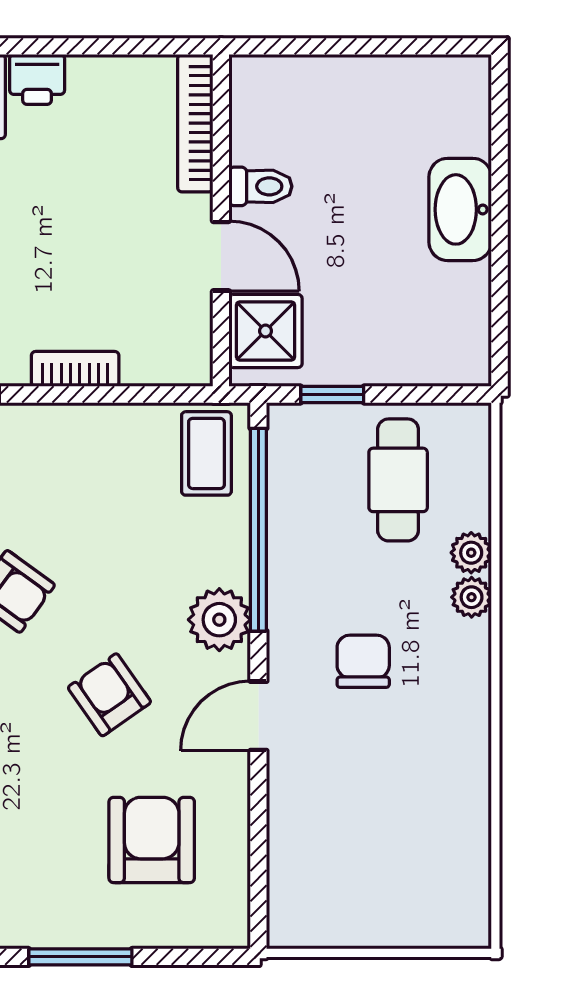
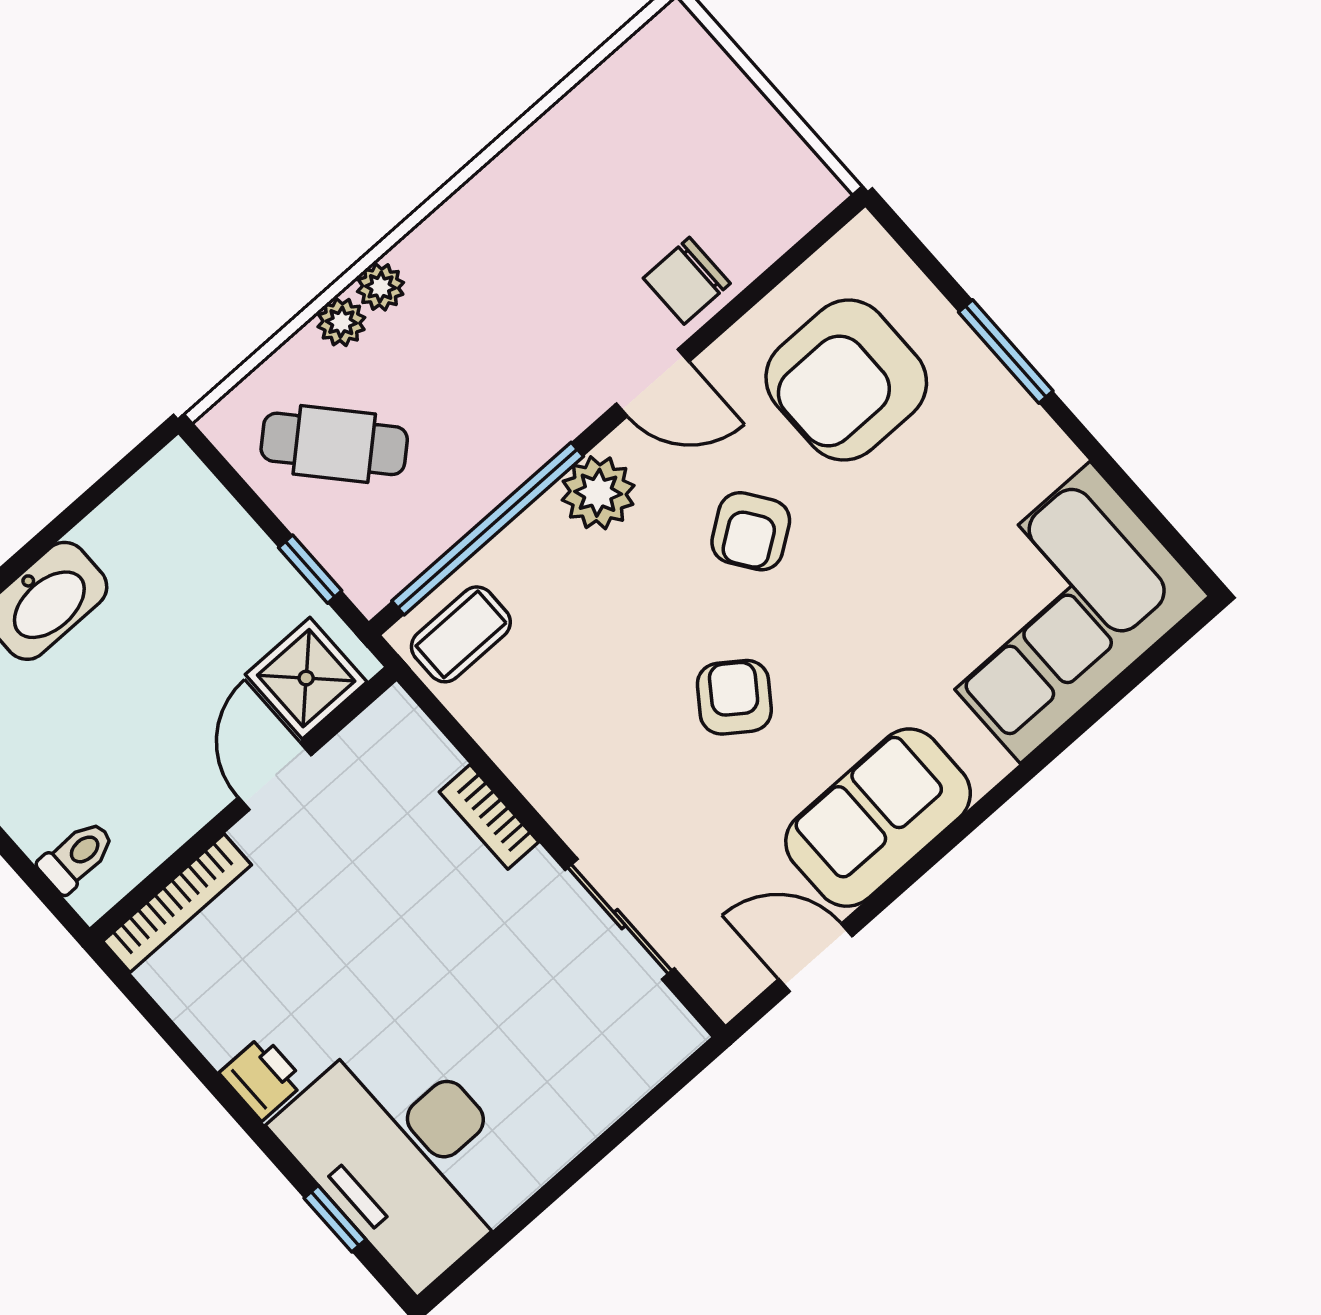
toilet: (260, 186) -> (77, 856), moved, turned 90
cafe table: (398, 480) -> (334, 444), turned 48
chair: (363, 661) -> (687, 281), moved
armchair: (152, 840) -> (846, 380), width x1.36, depth x1.36

